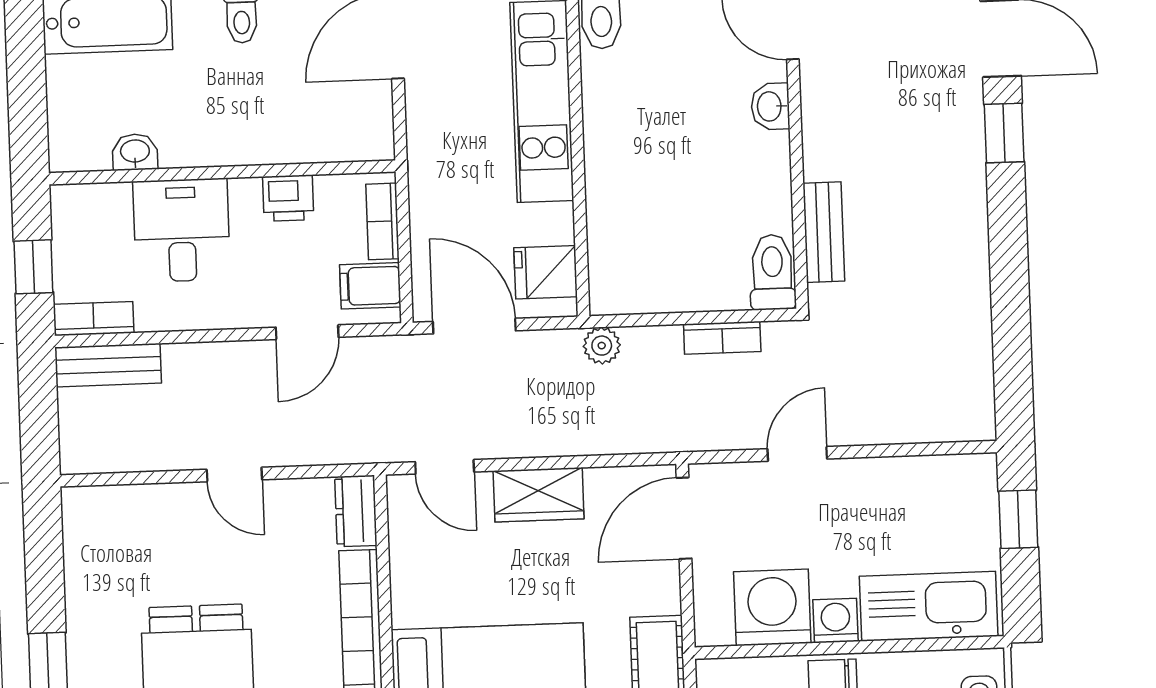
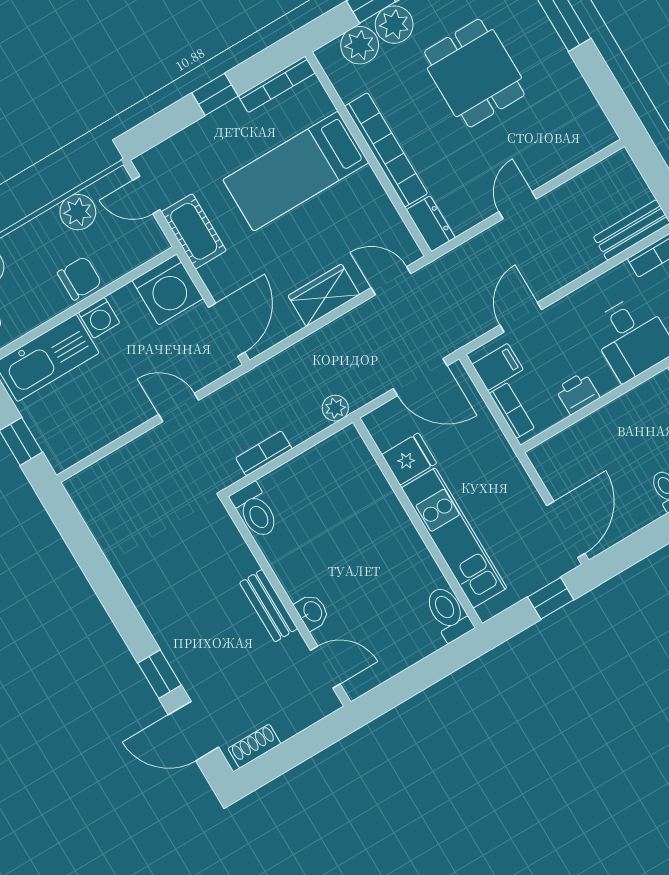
bench: (824, 232) -> (269, 606), moved
fridge: (546, 272) -> (409, 459), moved
door: (797, 454) -> (179, 407), swing flipped
door: (234, 475) -> (518, 205), hinge flipped
washing machine: (772, 607) -> (168, 290), moved

